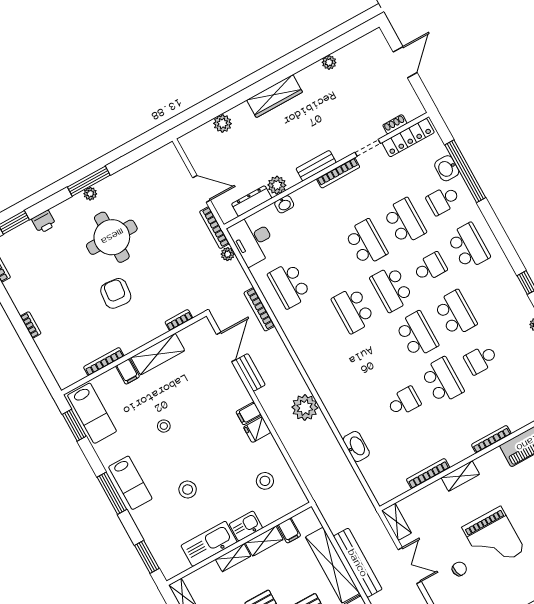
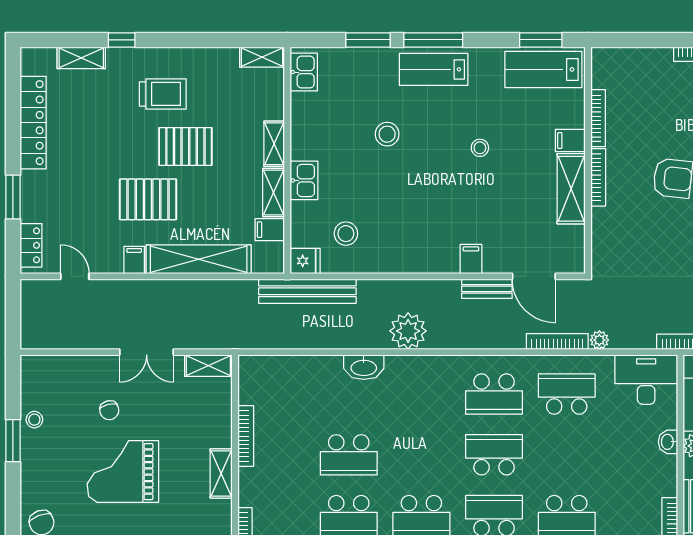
plant: (228, 254) -> (599, 340), moved
bookcase: (179, 320) -> (598, 177), moved, width x1.56
school desk: (315, 331) -> (494, 394), added
school desk: (404, 402) -> (349, 455), width x1.85
filing cabinet: (249, 413) -> (471, 259), moved
fridge: (257, 430) -> (305, 261), moved, turned 90
washbasin: (356, 446) -> (364, 367), moved
kitchen sink: (209, 544) -> (304, 72), moved, width x0.53, depth x0.81
window: (147, 557) -> (368, 40), moved
bench: (358, 563) -> (307, 291), moved

